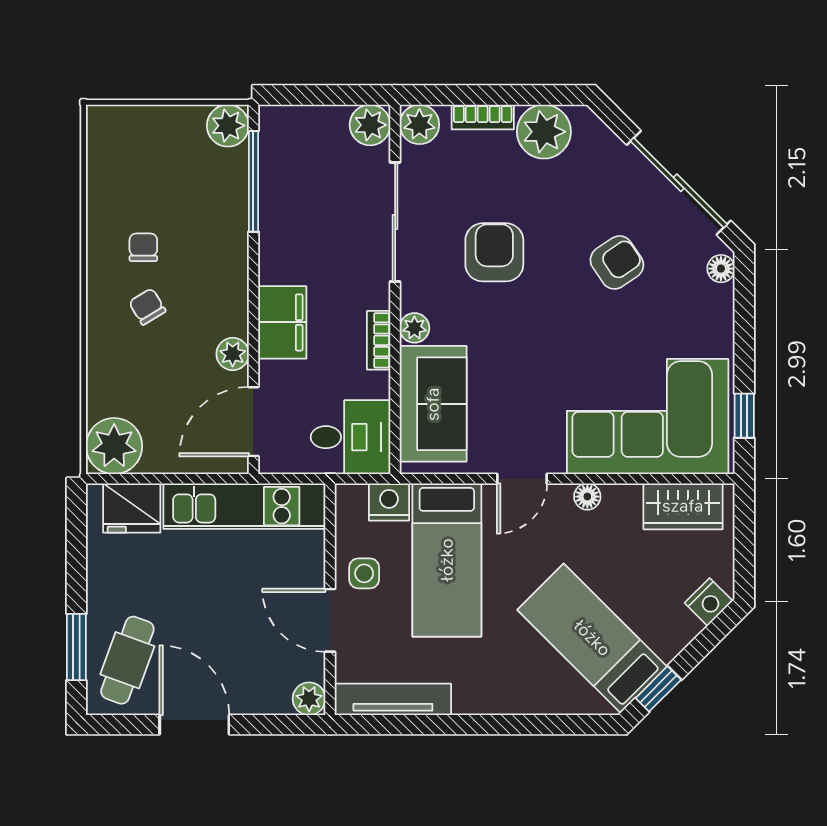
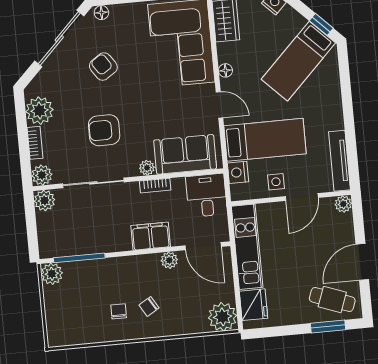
chair: (143, 247) -> (119, 311), turned 90

